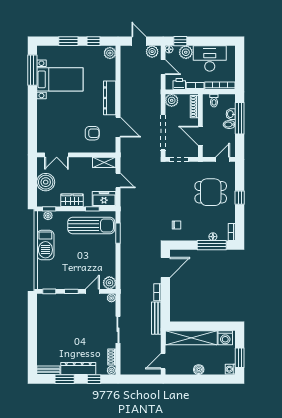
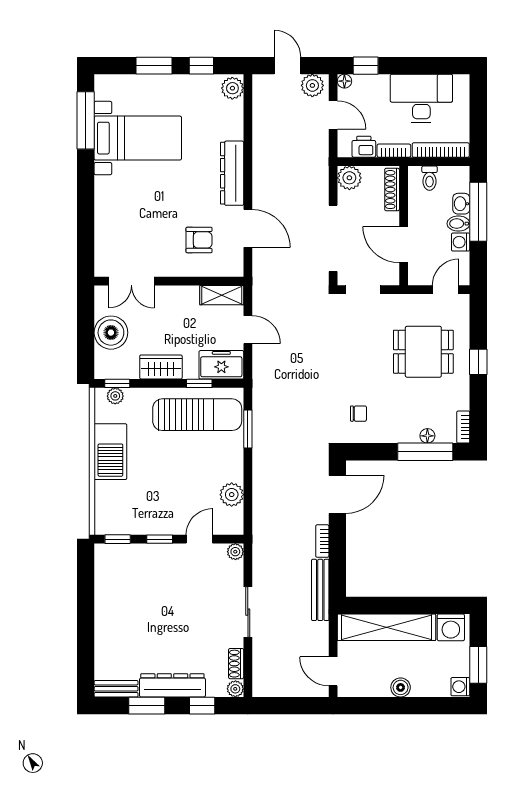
plant: (186, 52) -> (376, 87), removed
washing machine: (230, 134) -> (461, 242), added
plant: (109, 283) -> (232, 495), moved
door: (163, 361) -> (333, 671), hinge flipped

